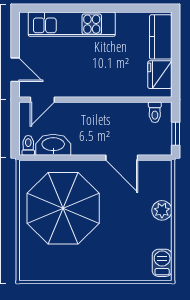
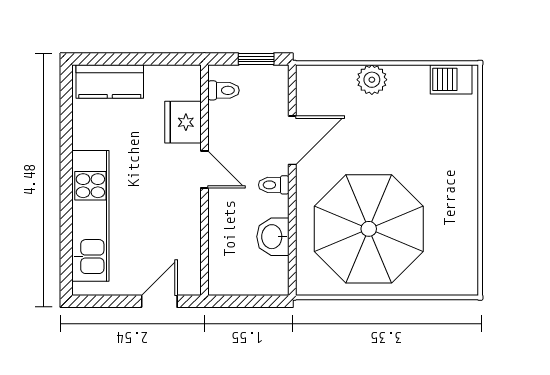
fridge: (160, 75) -> (183, 122), moved, turned 90
door: (42, 100) -> (204, 169), moved
toilet: (28, 145) -> (274, 185), moved
washbasin: (53, 145) -> (273, 237), width x0.72

